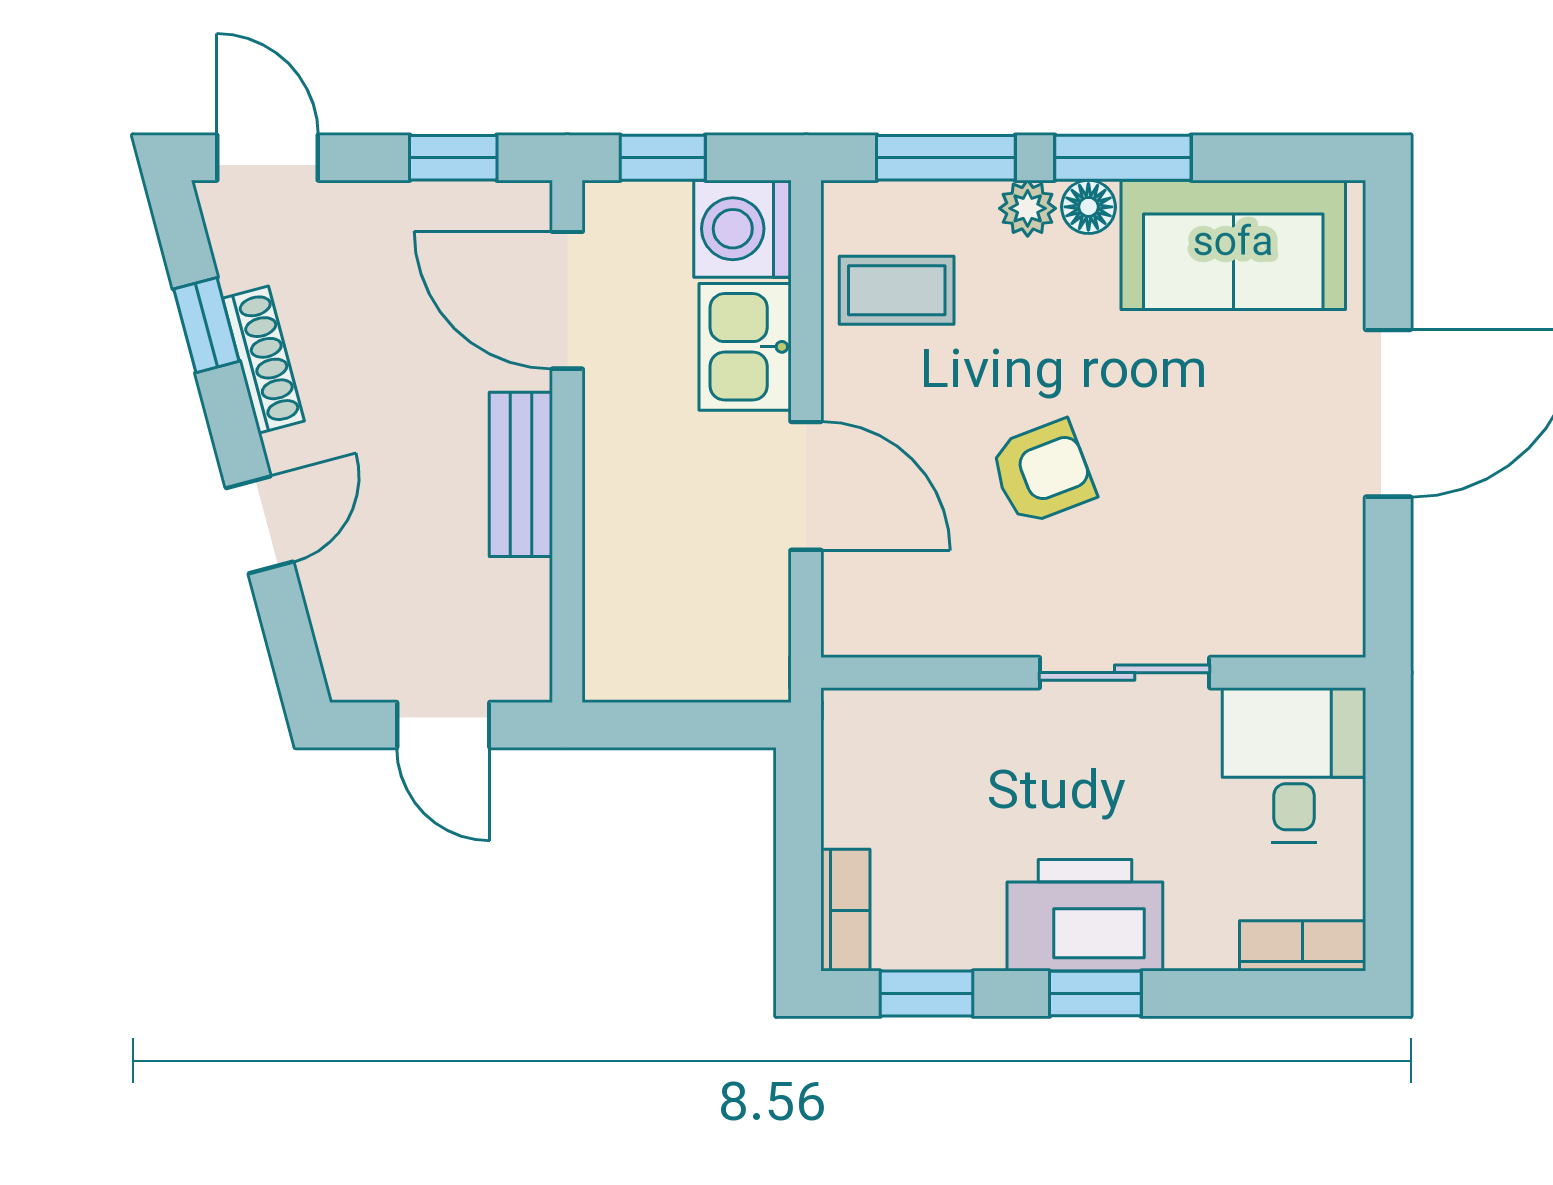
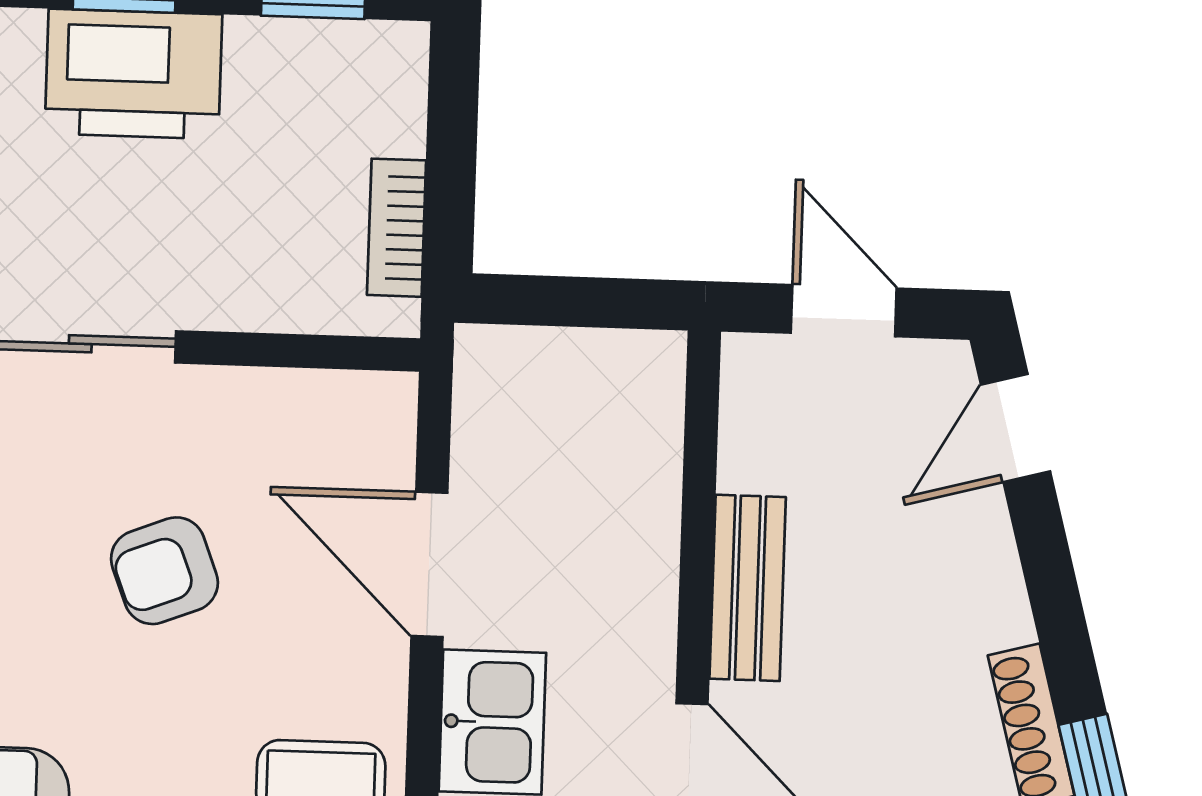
door: (260, 525) -> (1016, 428), moved
bookcase: (845, 910) -> (397, 228), moved

